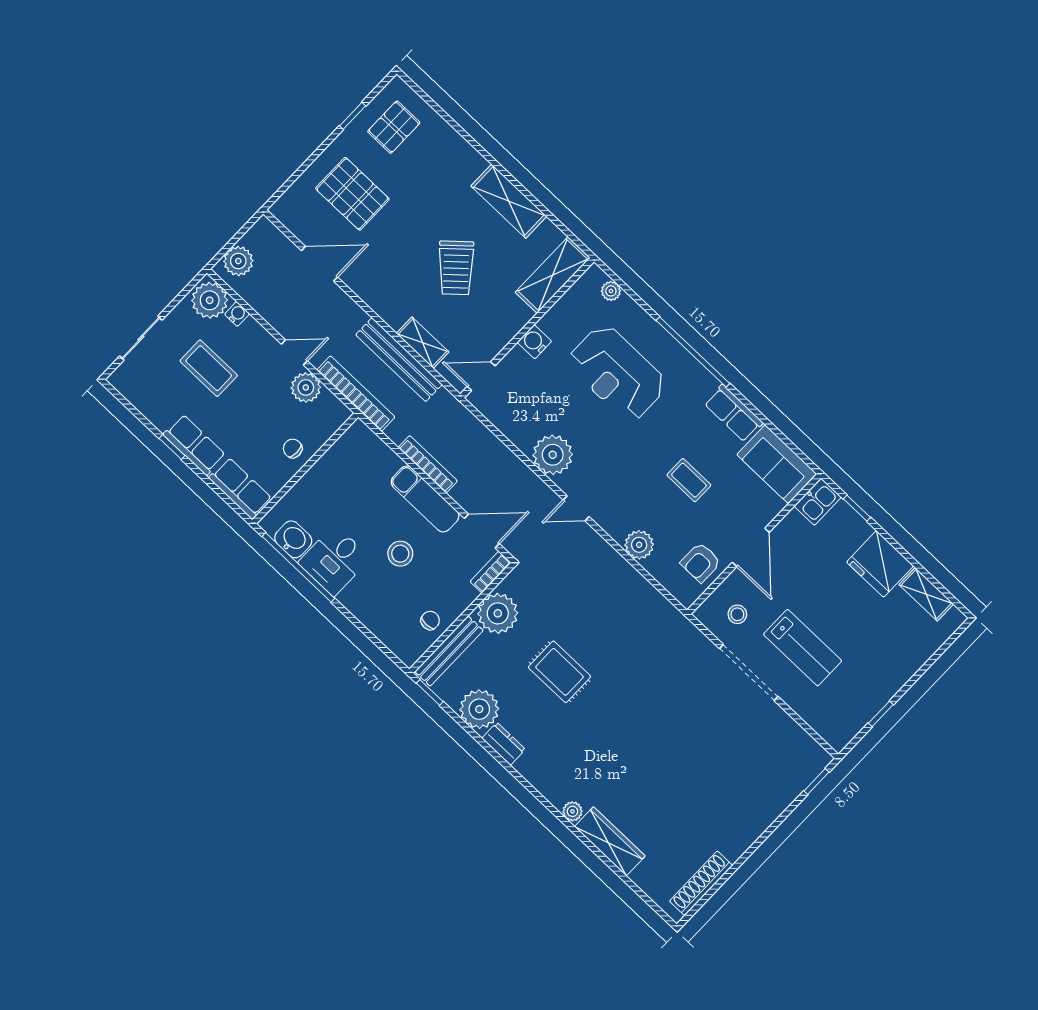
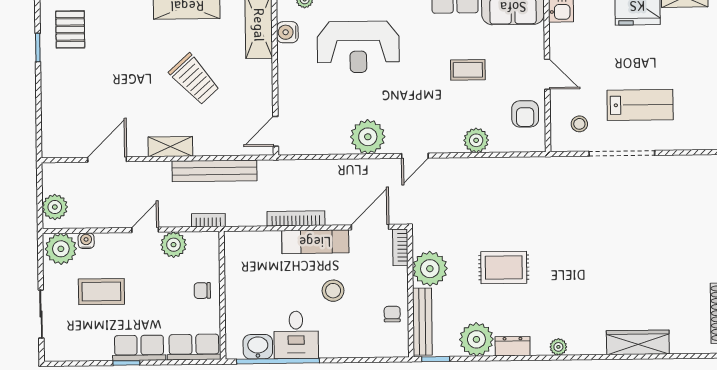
pallet: (352, 194) -> (85, 96), removed
water cooler: (534, 342) -> (287, 32), moved
shelving: (423, 343) -> (170, 147), moved
bookcase: (356, 394) -> (208, 220), width x0.43, depth x0.76
door: (751, 547) -> (547, 74), width x0.73
plant: (572, 811) -> (558, 347), moved

